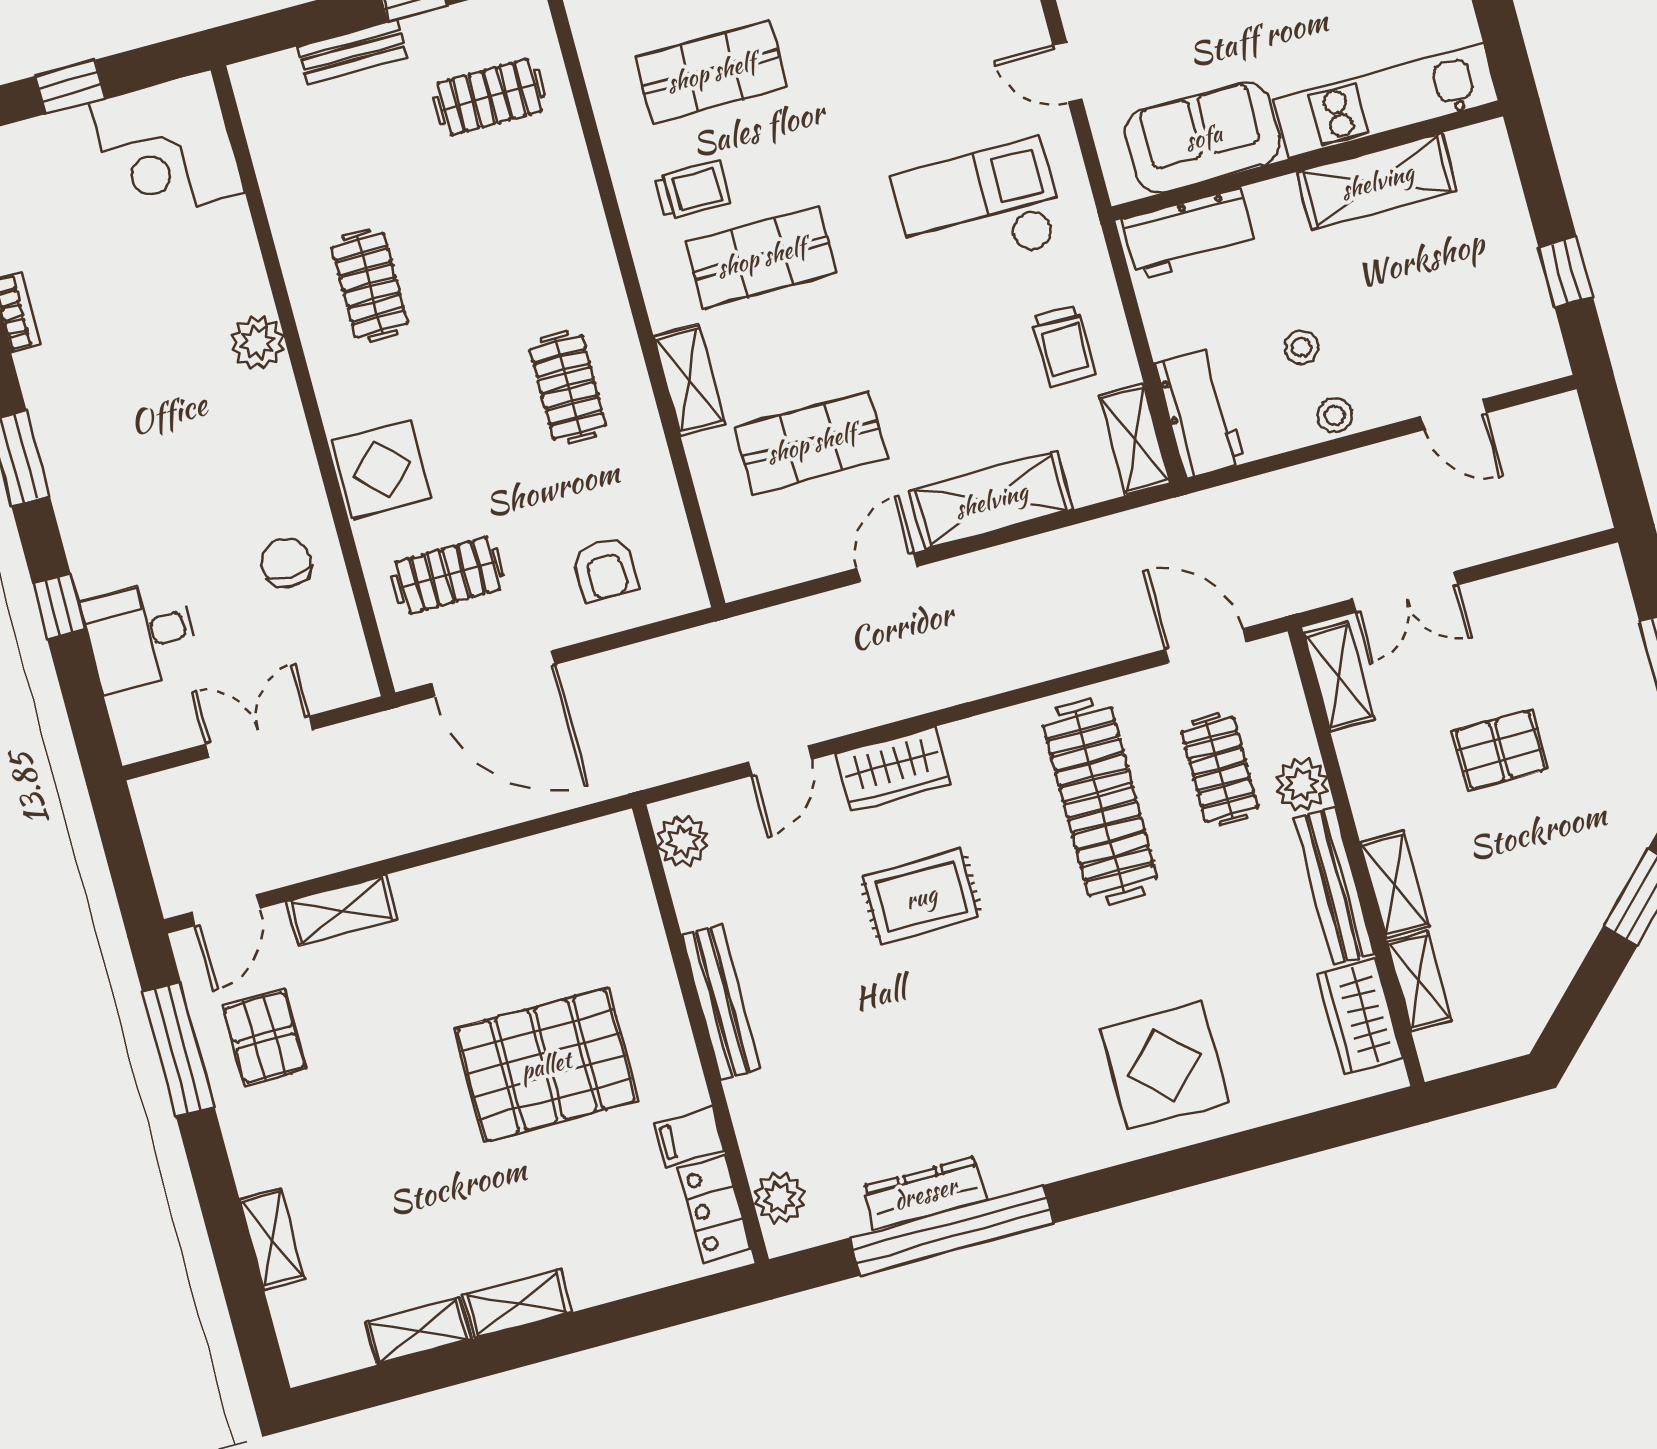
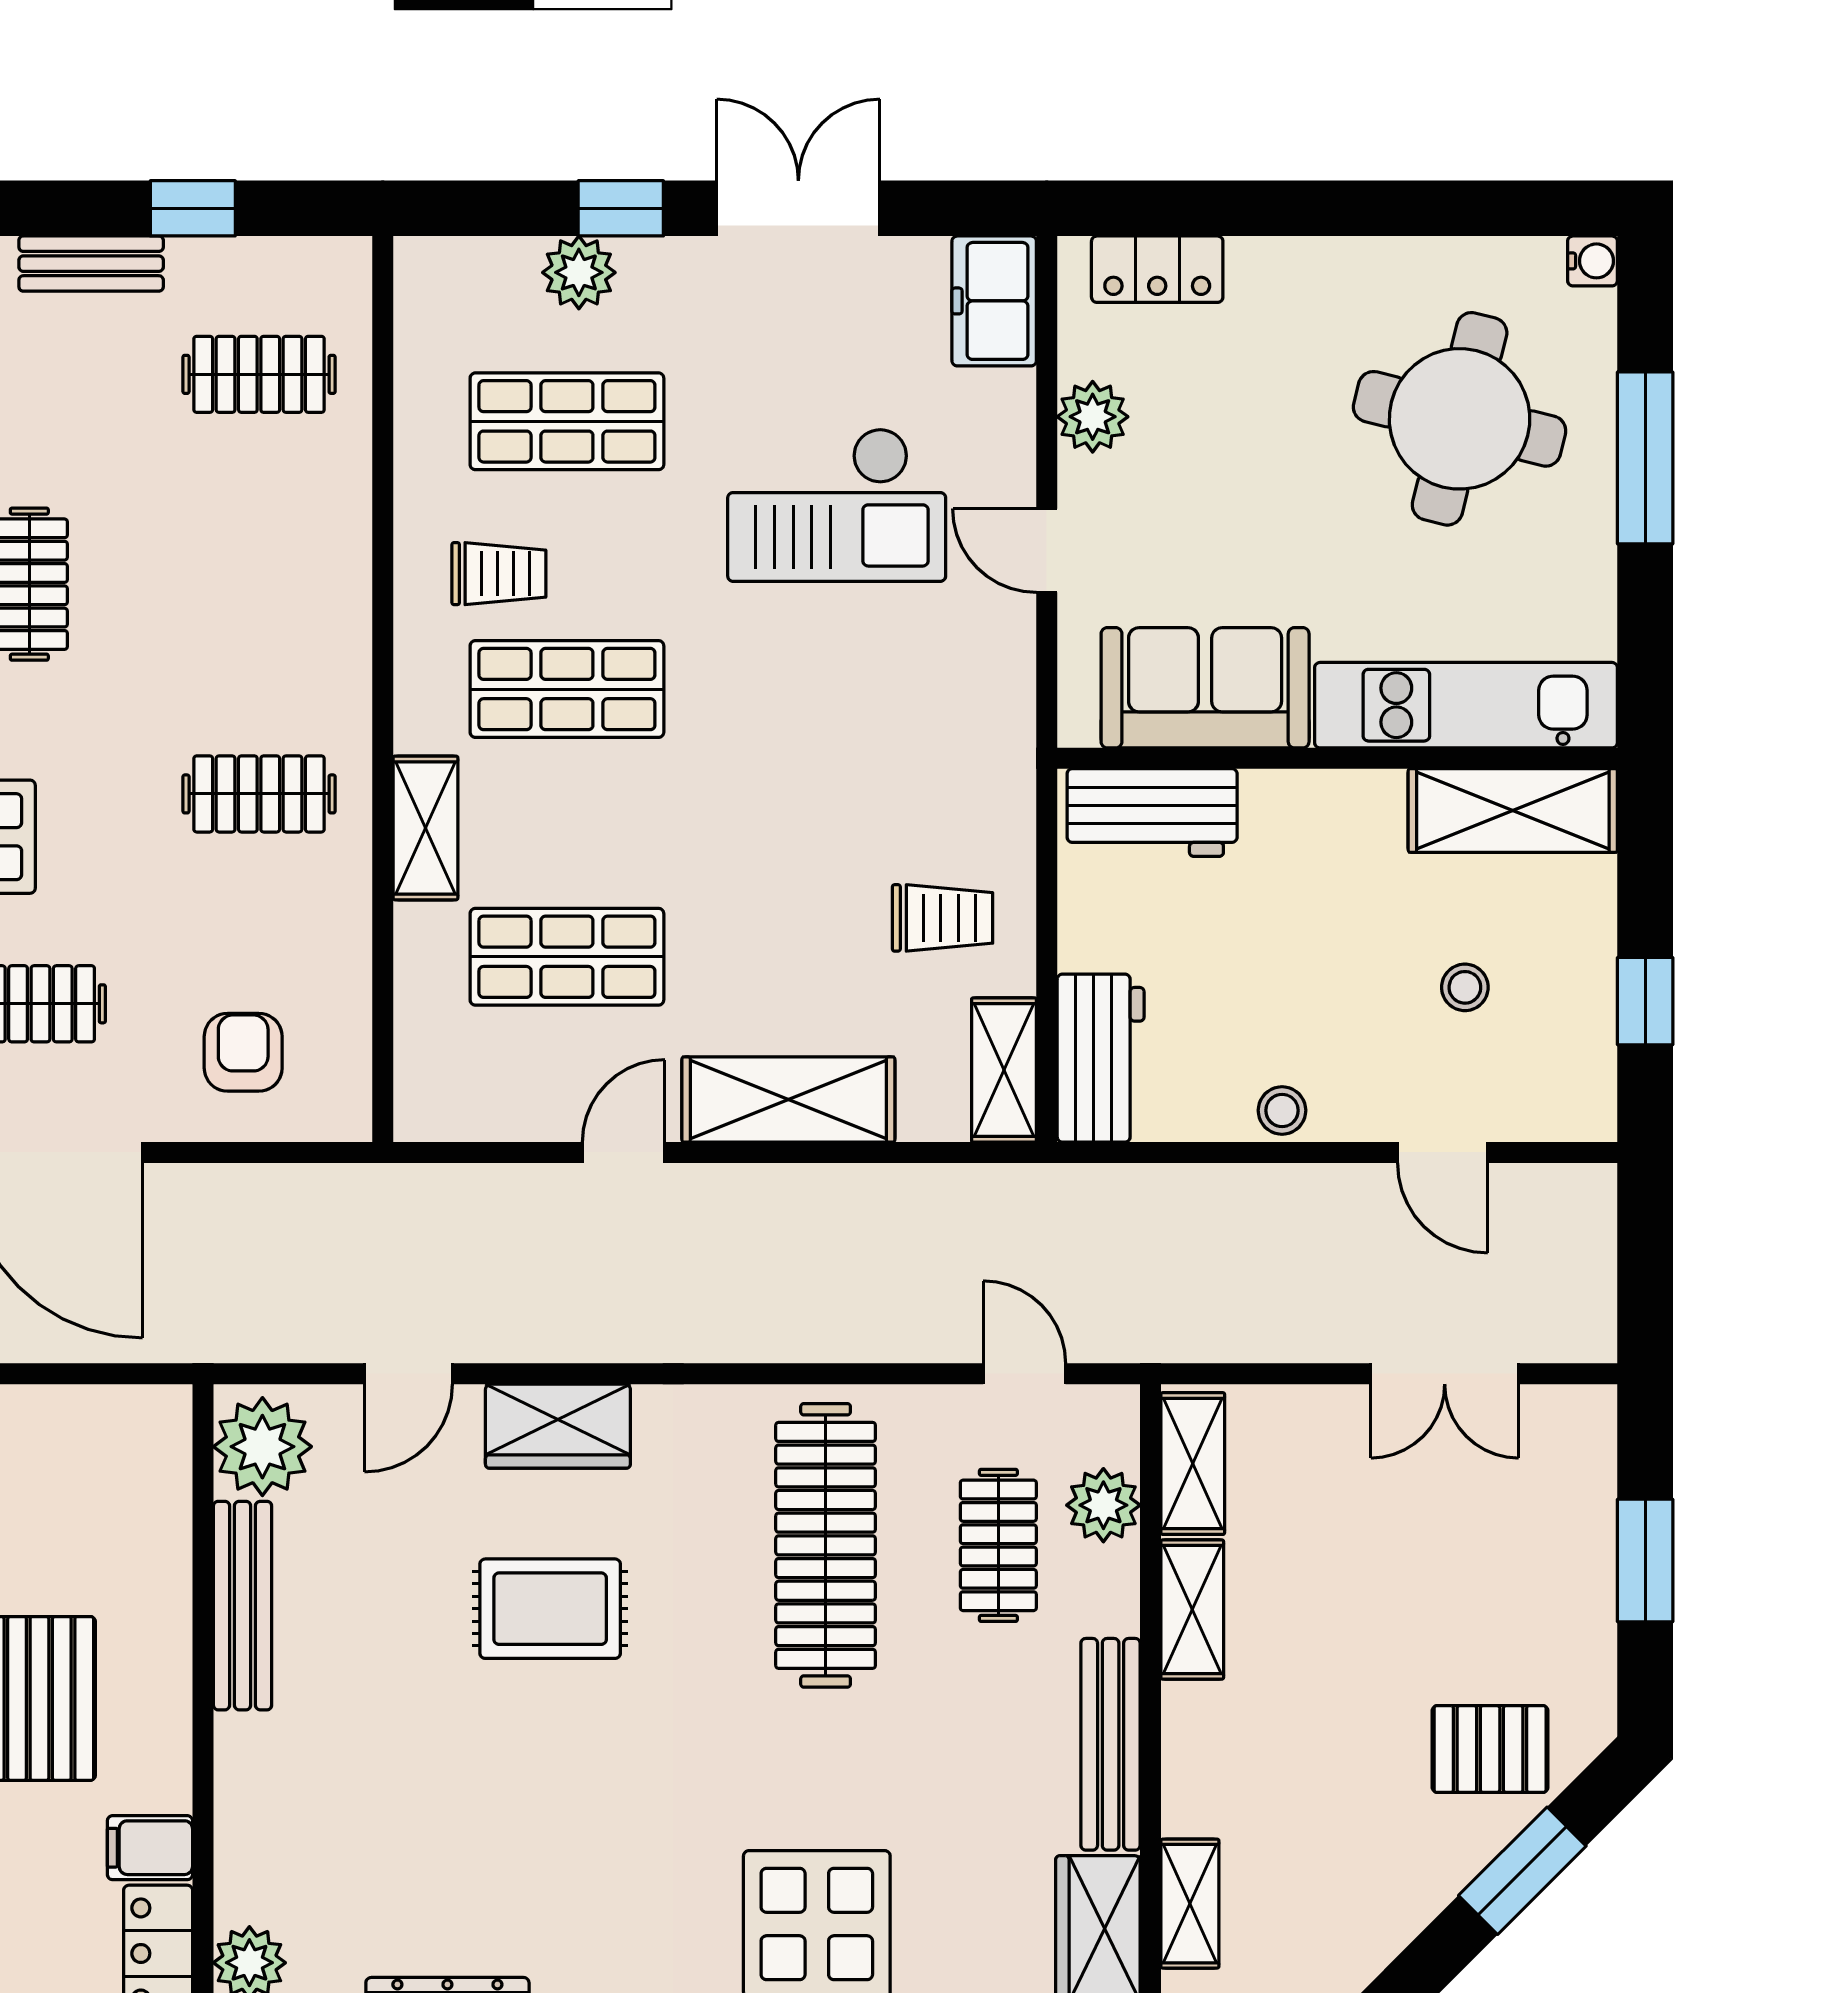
shelving: (1377, 181) -> (1513, 810), moved
checkout: (979, 209) -> (837, 505), moved, turned 180
trolley: (1064, 346) -> (942, 918), turned -90
stool: (1301, 347) -> (1465, 987), moved
clothes rail: (568, 387) -> (259, 794), turned 90
armchair: (605, 569) -> (243, 1052), turned 180
double door: (1405, 592) -> (1445, 1374), moved
door: (1206, 646) -> (1024, 1374), width x0.73
pallet: (1500, 750) -> (1490, 1749), moved
plant: (1302, 784) -> (1103, 1505), moved
plant: (683, 841) -> (262, 1447), width x1.36, depth x1.36
shelving: (1395, 884) -> (1192, 1610), moved
bench: (721, 1002) -> (243, 1606), moved

